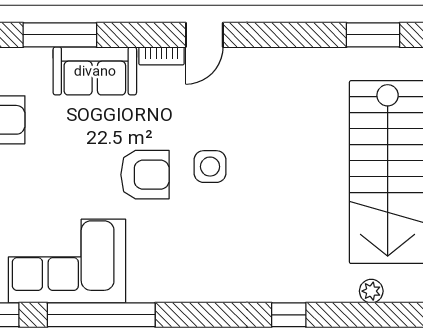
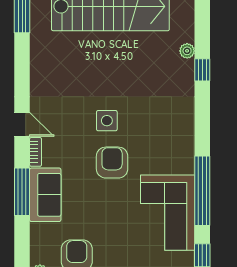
window: (60, 35) -> (22, 192), moved
plant: (371, 291) -> (187, 51), moved

